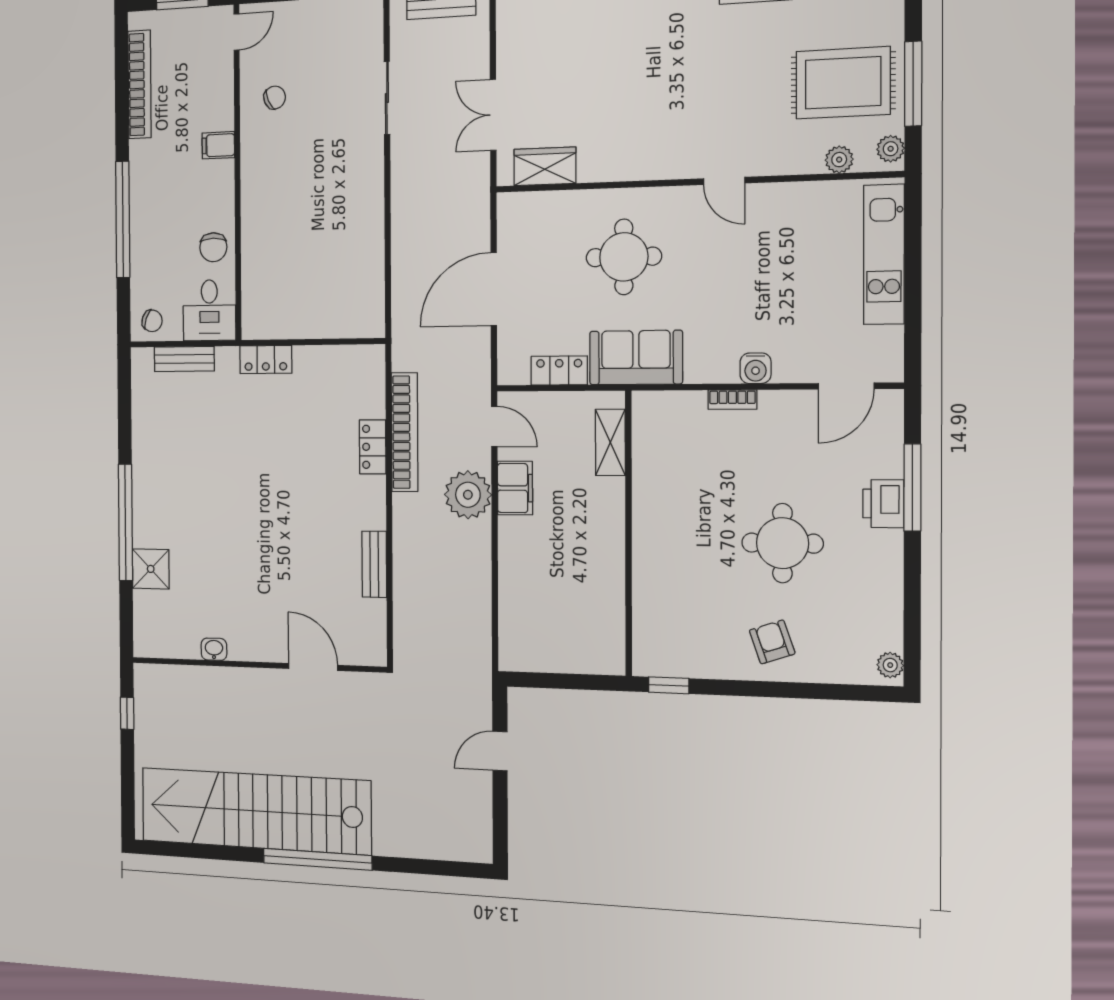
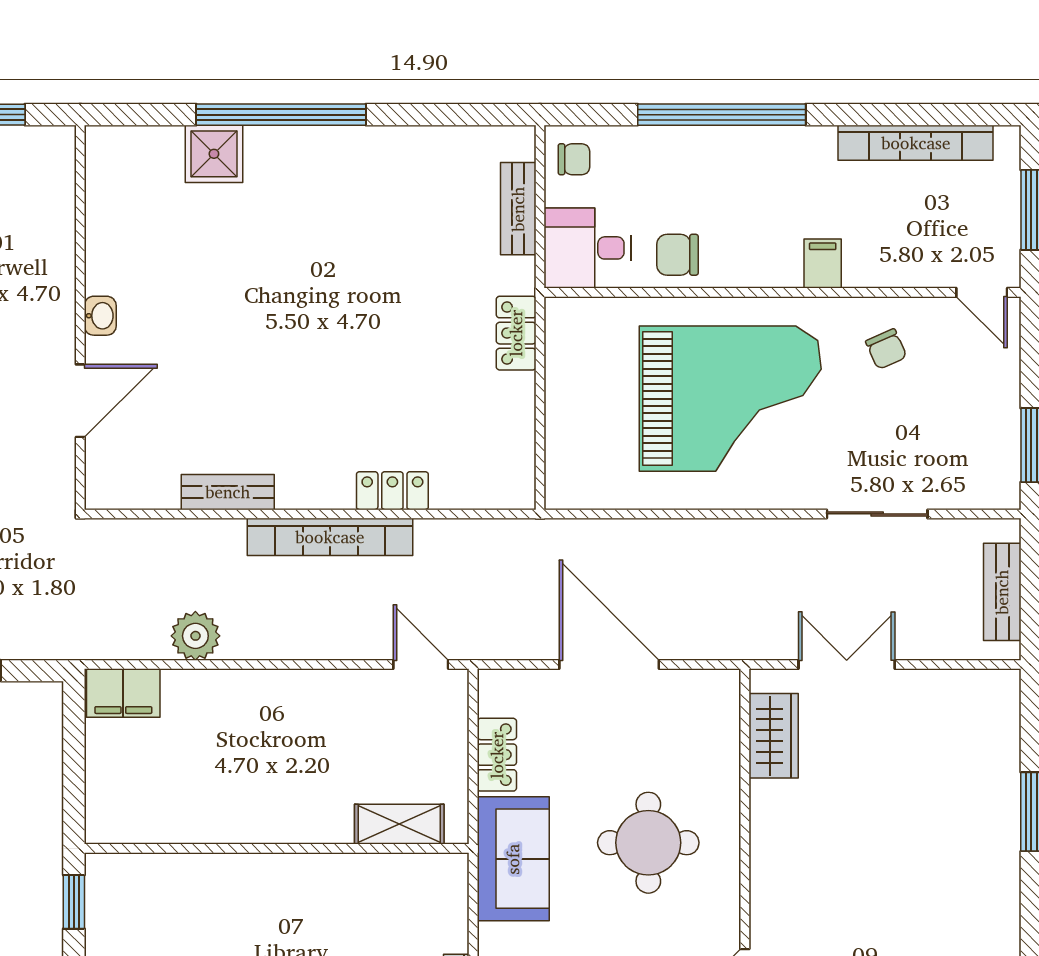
grand piano: (309, 207) -> (730, 399), added
chair: (152, 321) -> (574, 159), turned -109
door: (494, 427) -> (421, 664), swing flipped
bookcase: (405, 432) -> (330, 537), moved
filing cabinet: (515, 488) -> (123, 693), moved
plant: (468, 495) -> (195, 636), moved, width x0.73, depth x0.73
washbasin: (214, 649) -> (100, 316), moved

